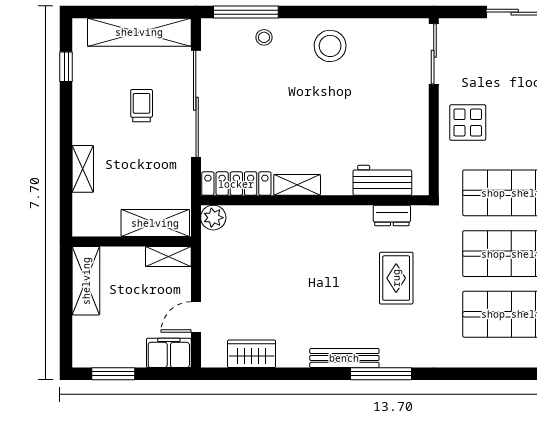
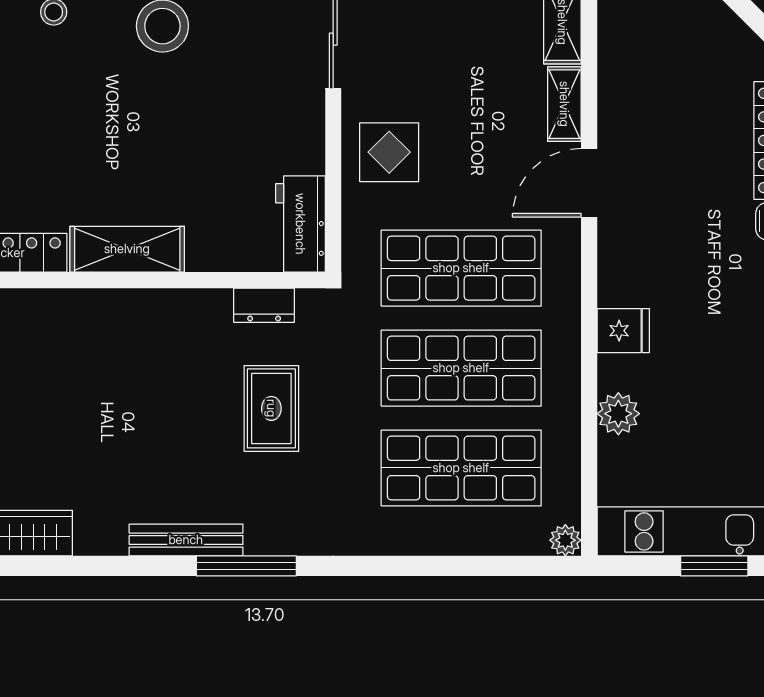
workbench: (382, 180) -> (300, 224), moved, turned -90
shelving: (297, 185) -> (127, 249), width x1.50, depth x1.33

